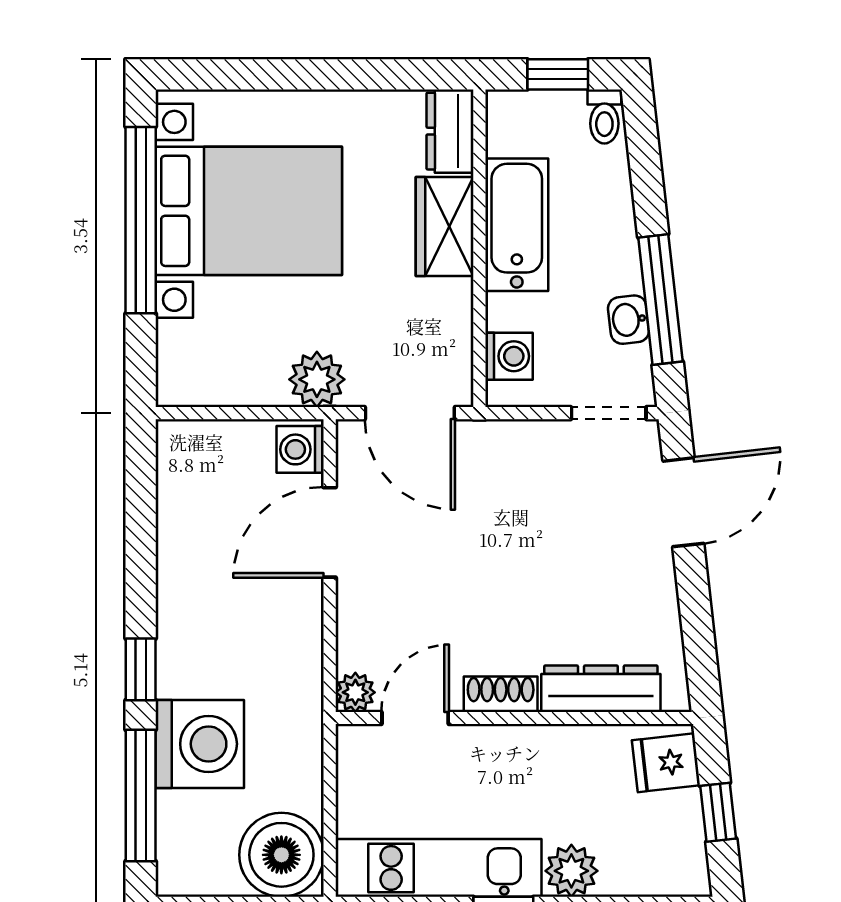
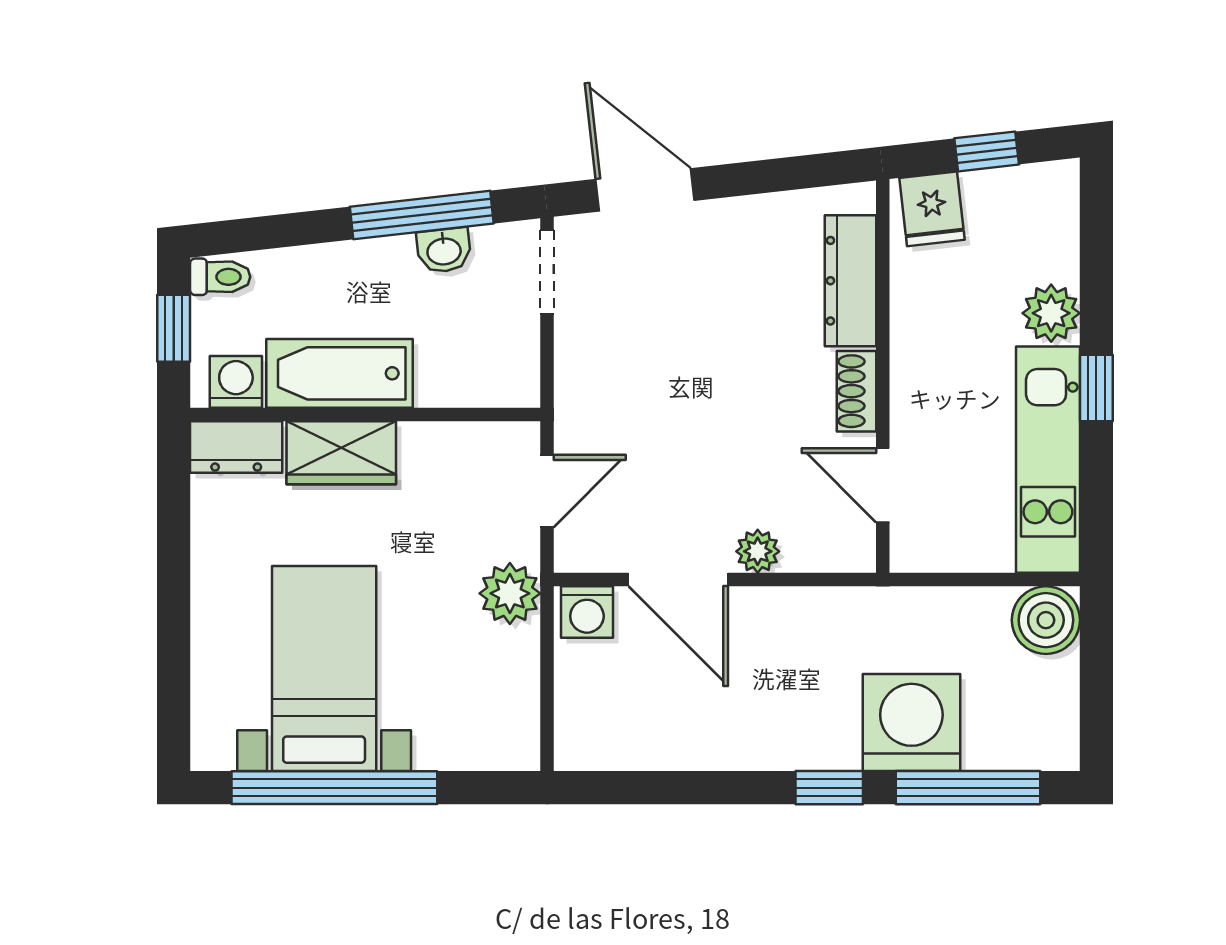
bed with nightstands: (249, 211) -> (324, 669), width x0.73
washing machine: (509, 356) -> (236, 382), moved
door: (410, 413) -> (547, 491), width x0.73
plant: (355, 692) -> (758, 551), moved
boiler: (281, 855) -> (1046, 620), width x0.73, depth x0.73

